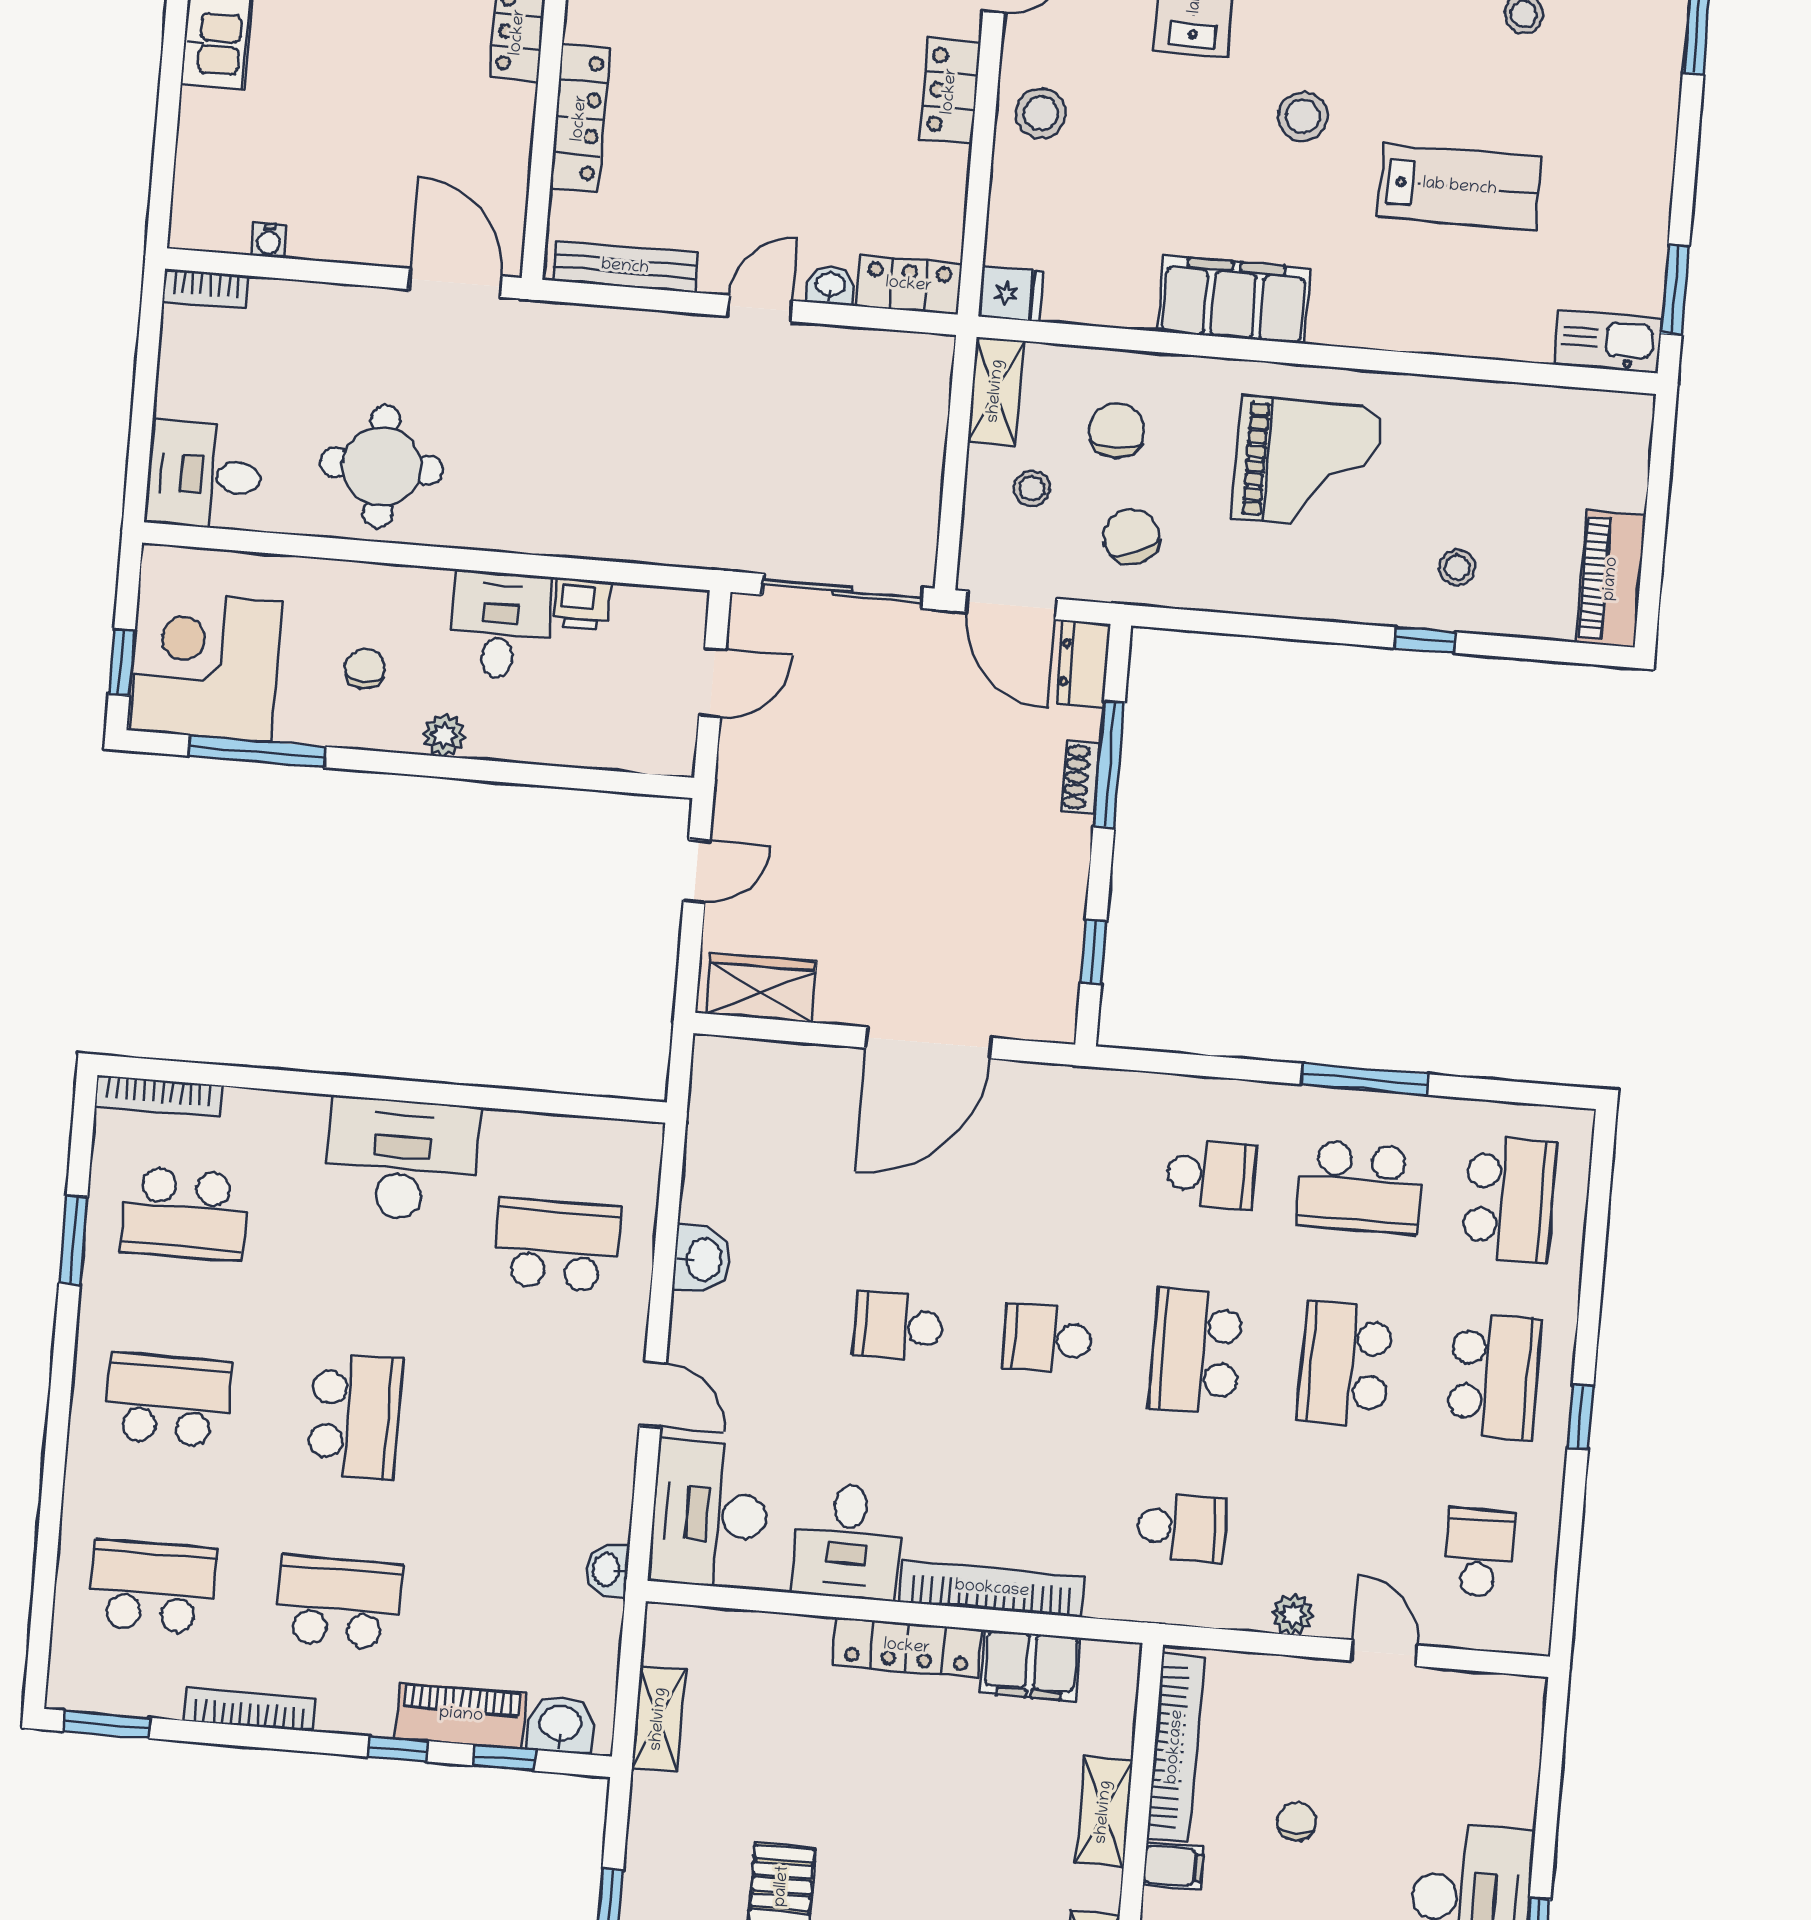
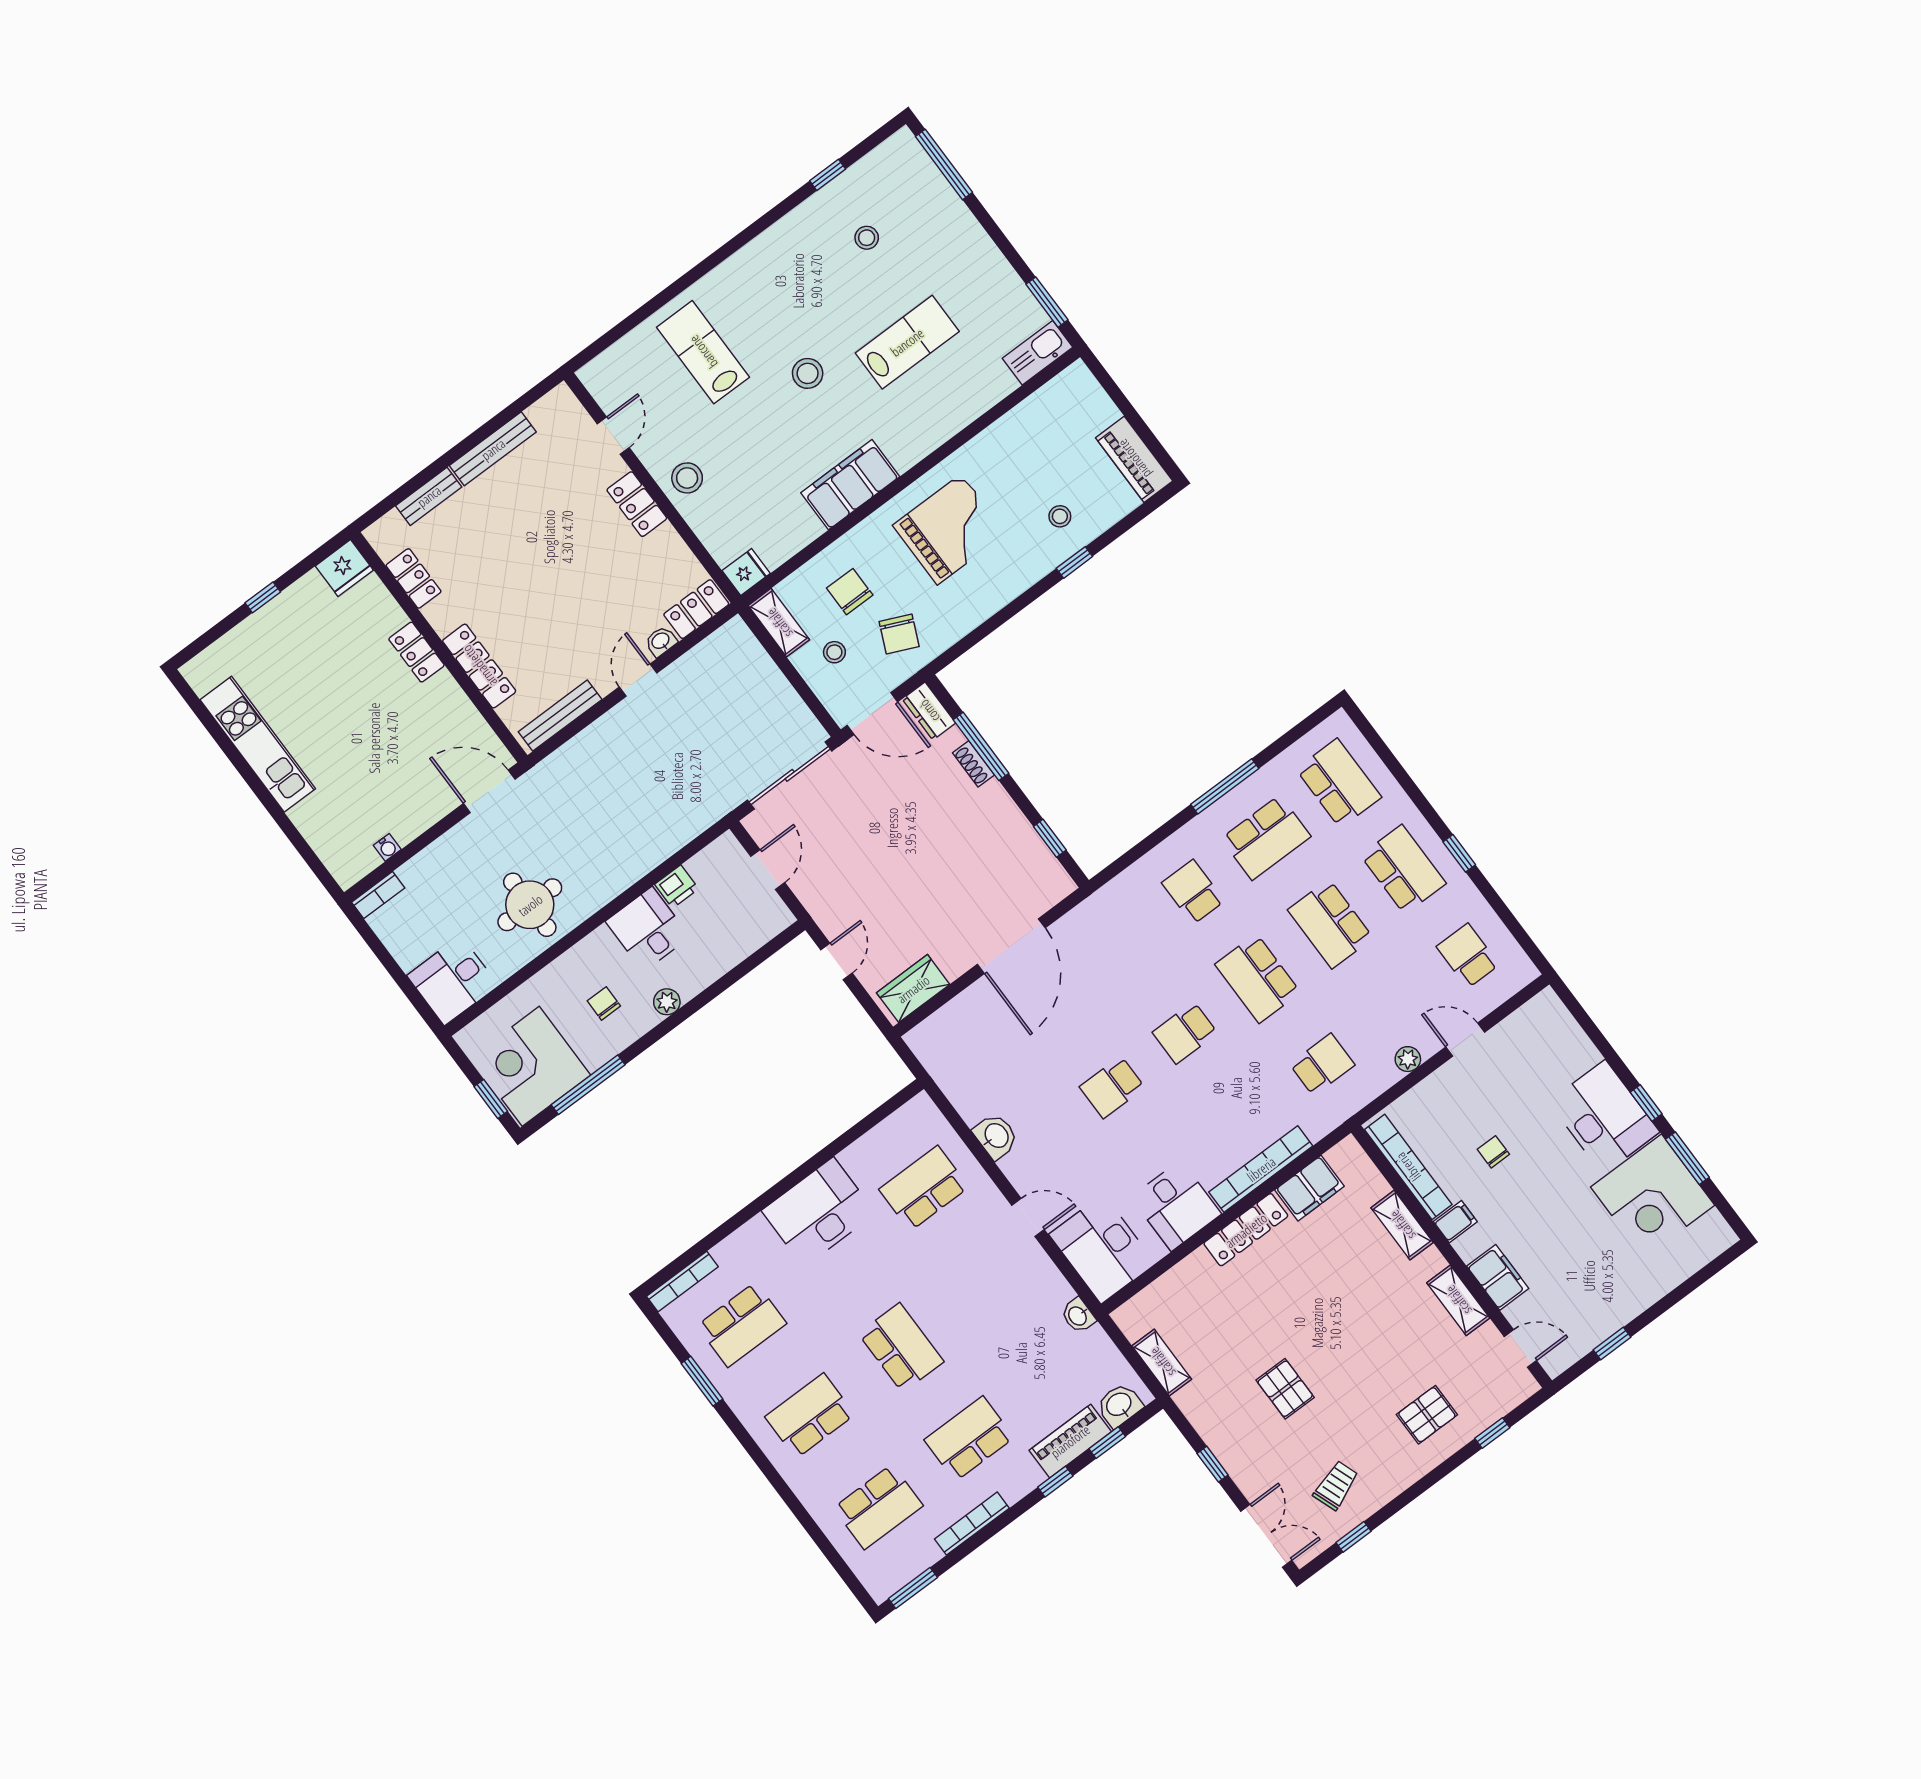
chair: (1131, 537) -> (899, 634), turned -133
school desk: (1211, 1175) -> (1193, 892), turned -90
school desk: (153, 1587) -> (878, 1507), turned 180

